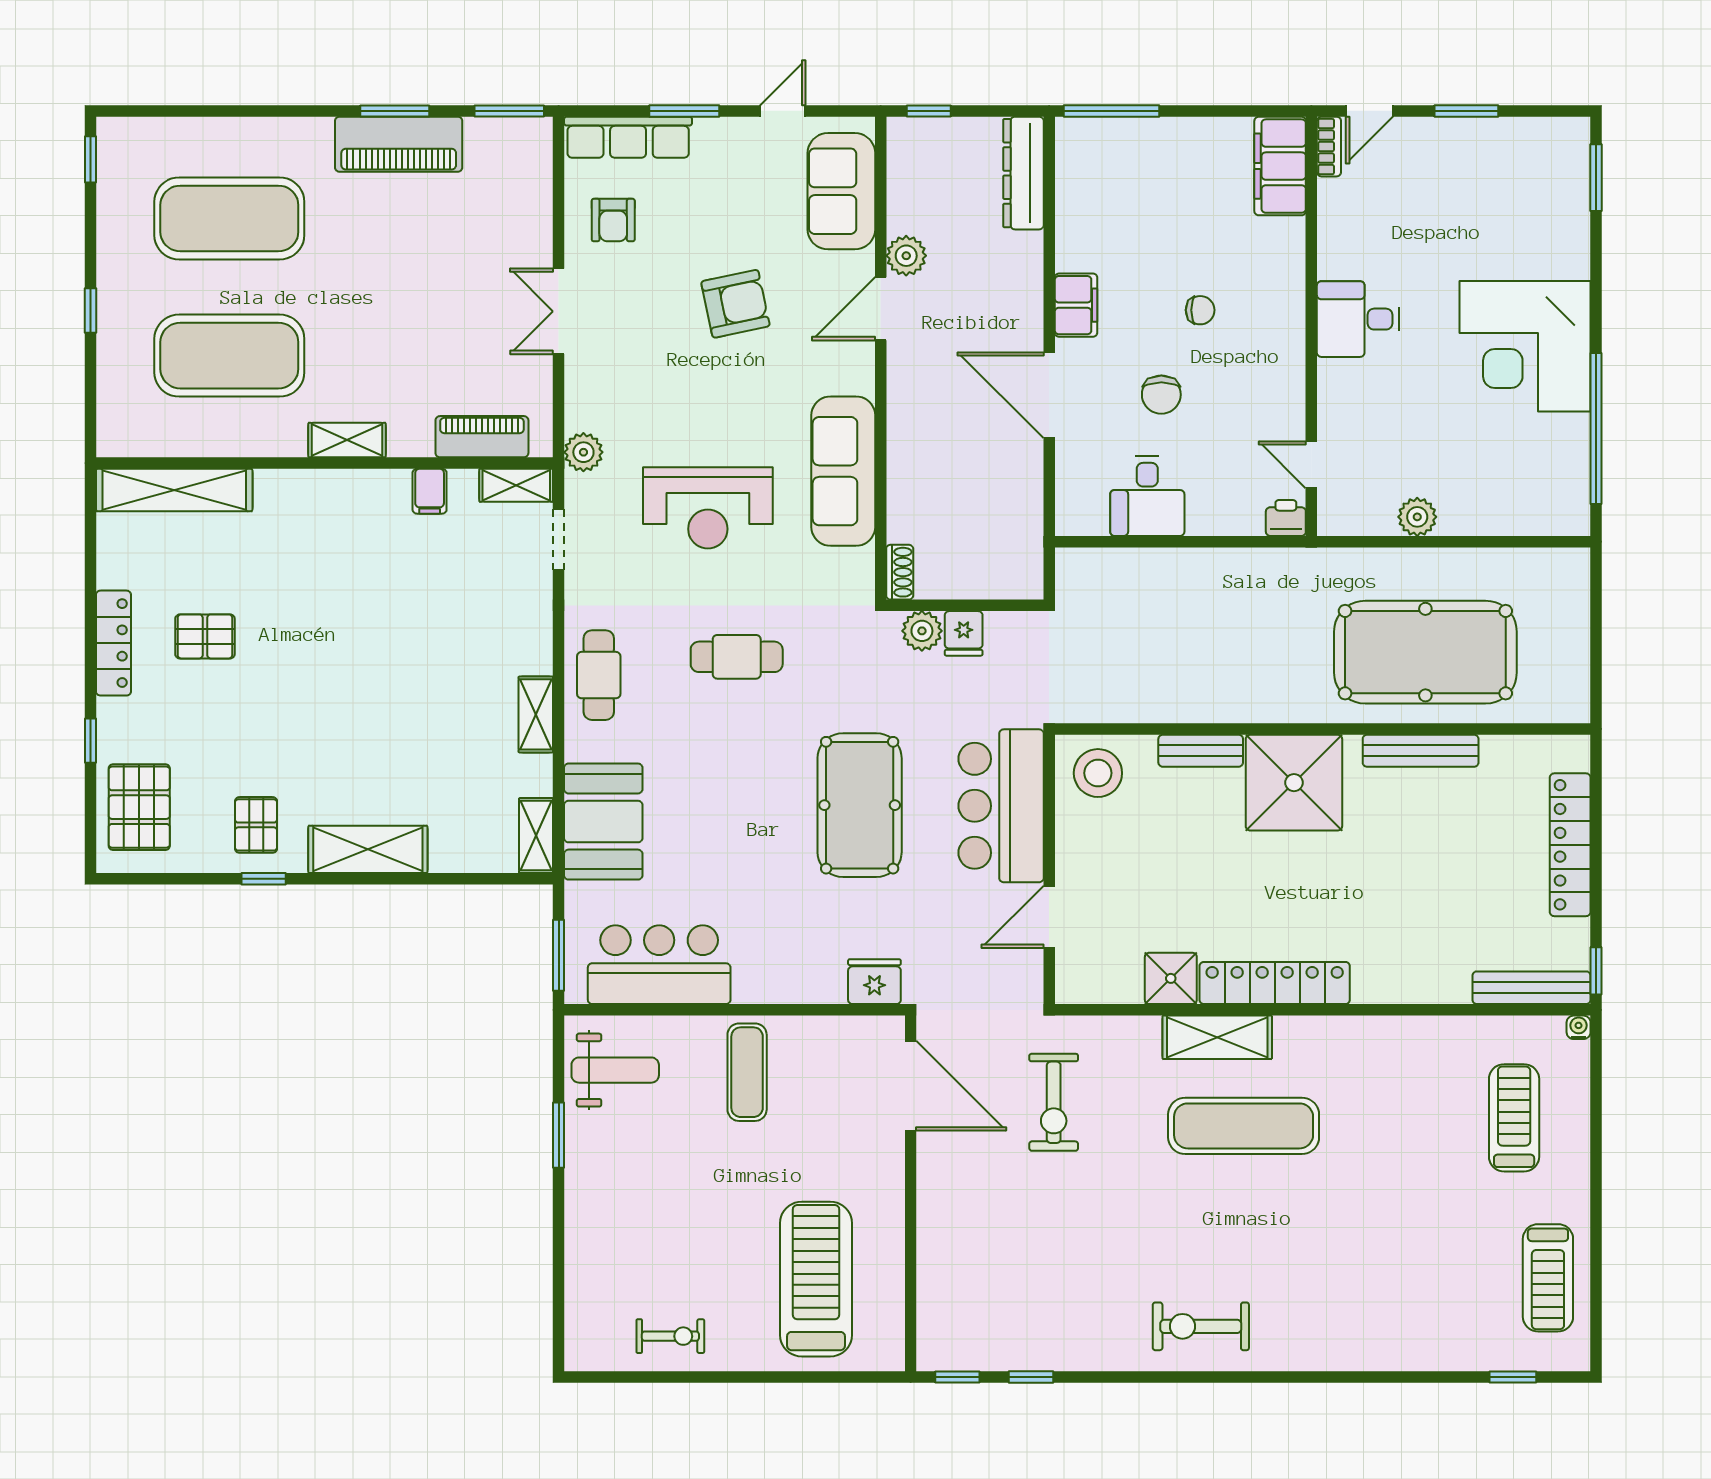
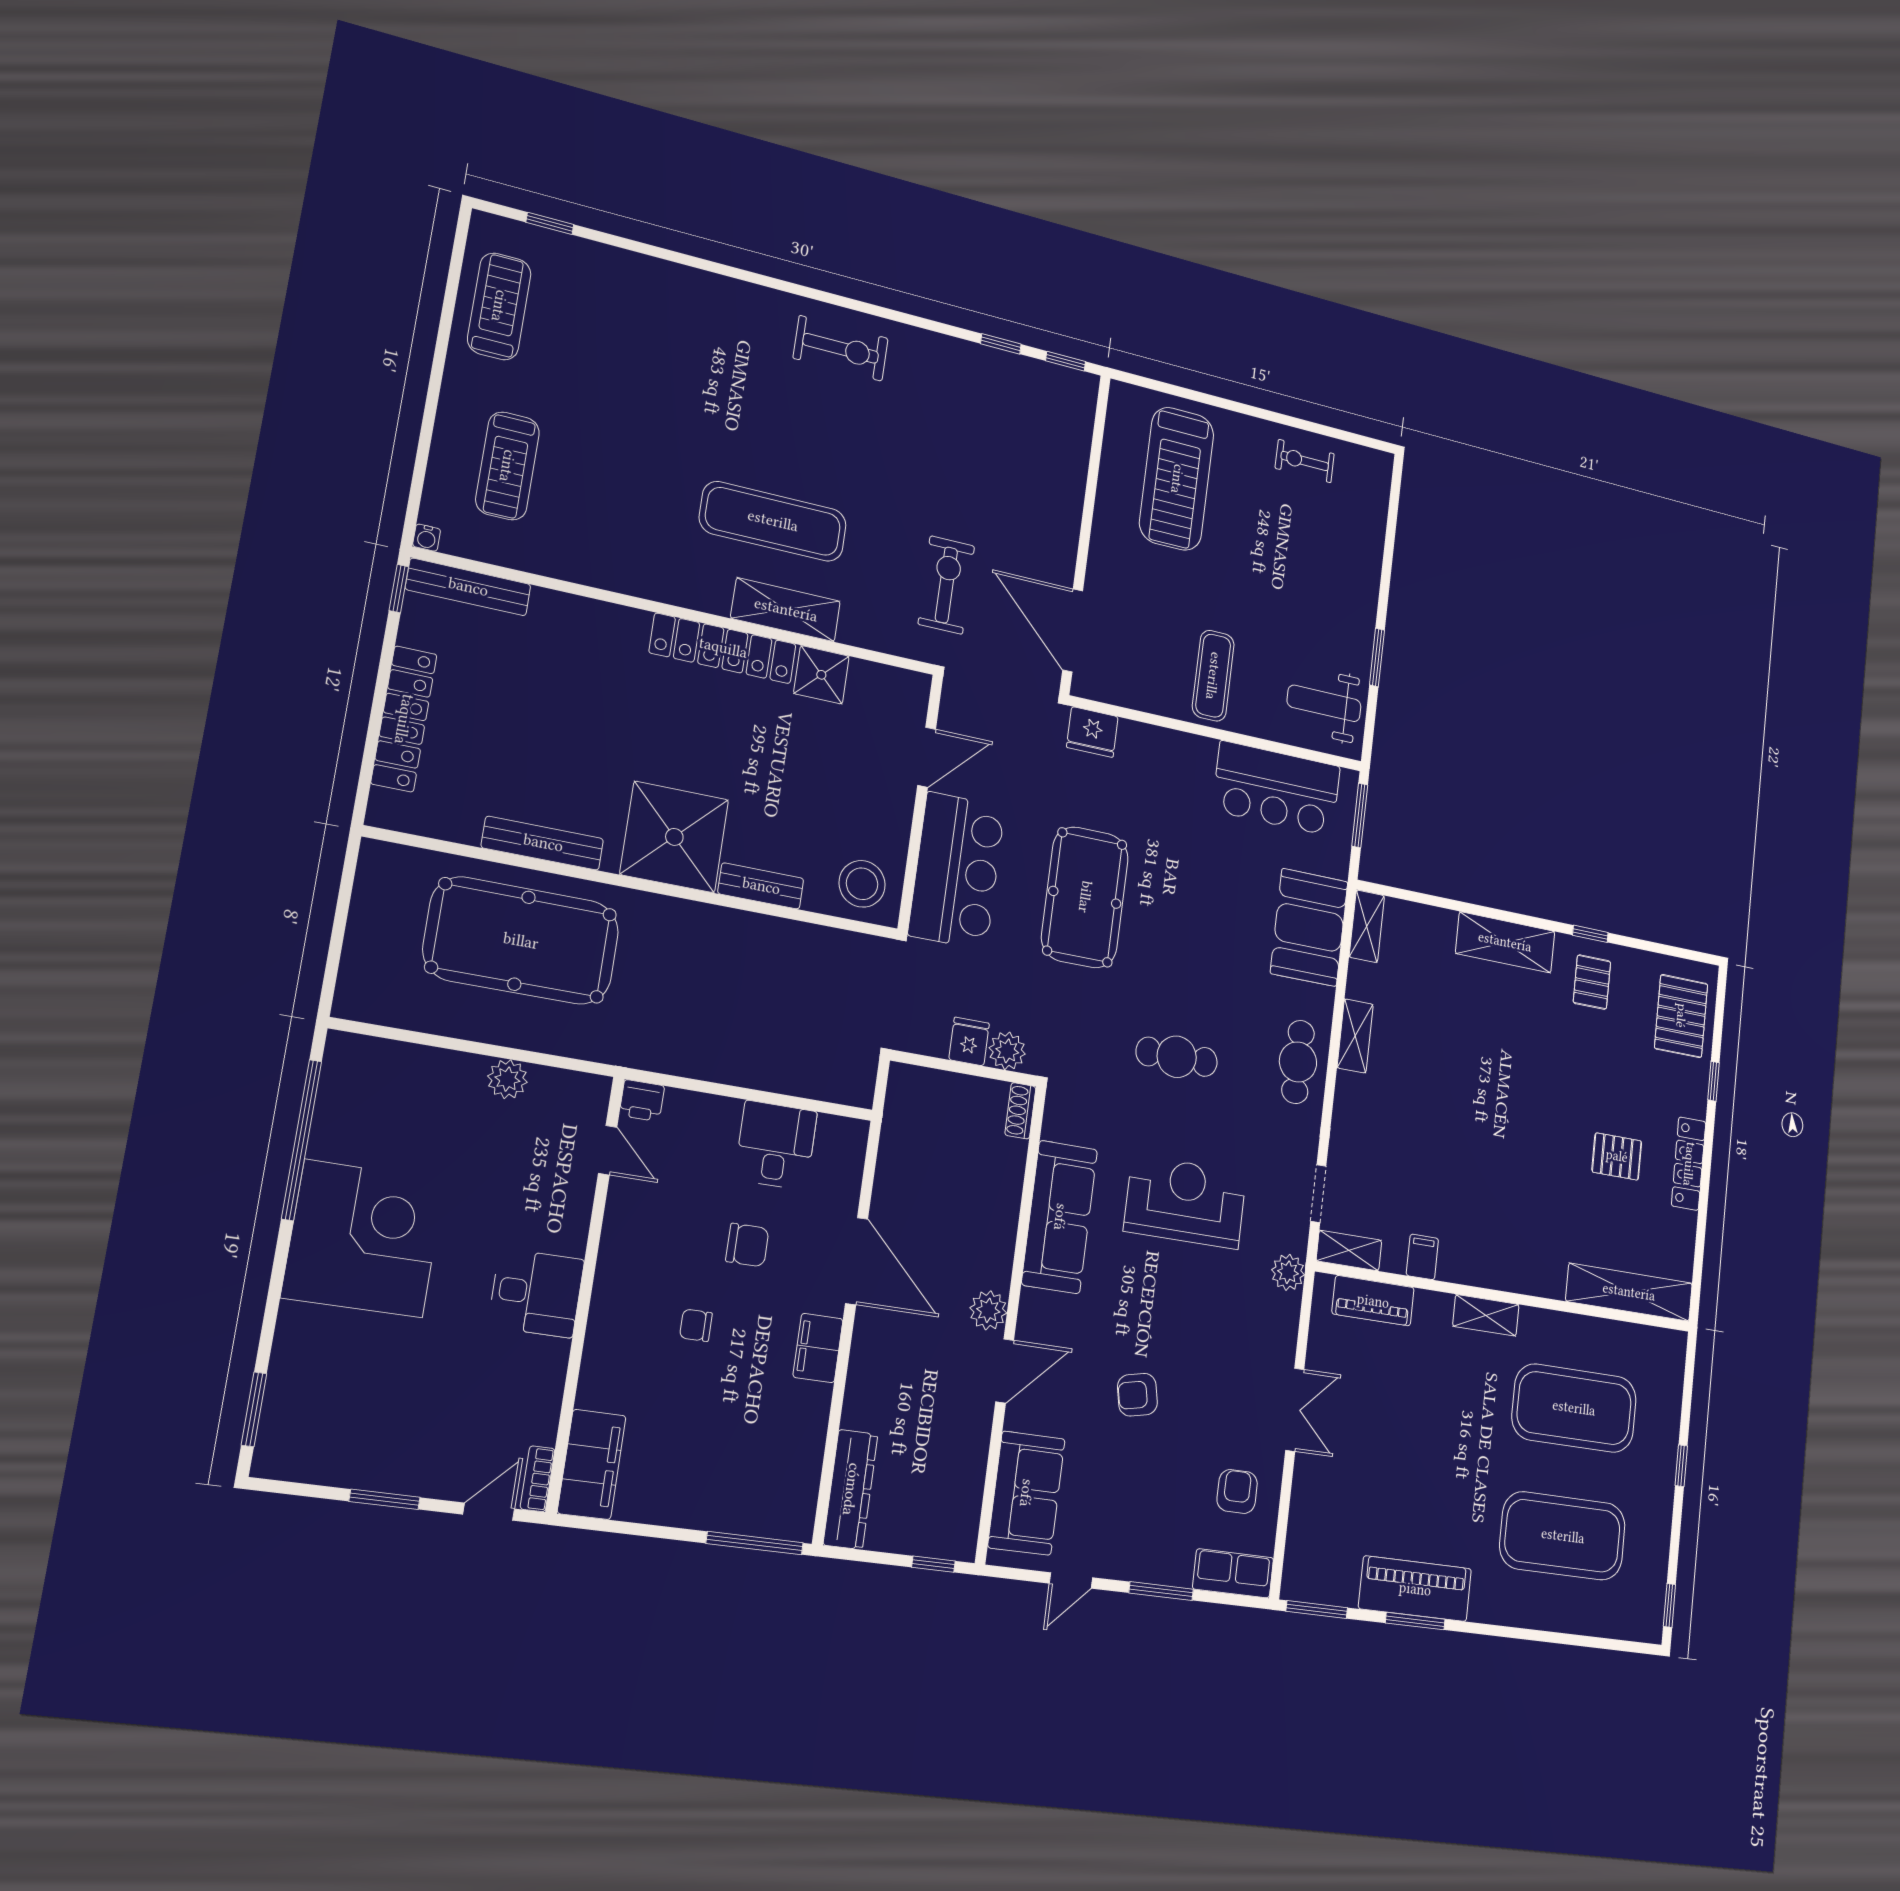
row of seats: (628, 137) -> (1233, 1573), width x0.68
plant: (906, 256) -> (988, 1310), moved
armchair: (735, 304) -> (1137, 1395), width x0.72, depth x0.72
chair: (1161, 395) -> (747, 1245), turned 90

